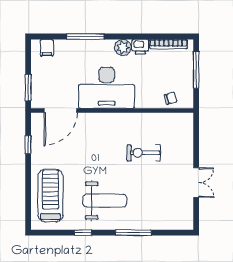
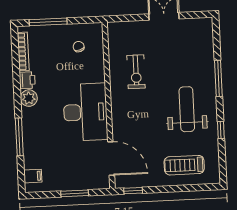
desk: (107, 88) -> (85, 112), moved
door: (60, 111) -> (111, 158), moved
wall: (112, 111) -> (109, 105), moved
treadmill: (51, 195) -> (184, 165), width x0.73, depth x0.73

